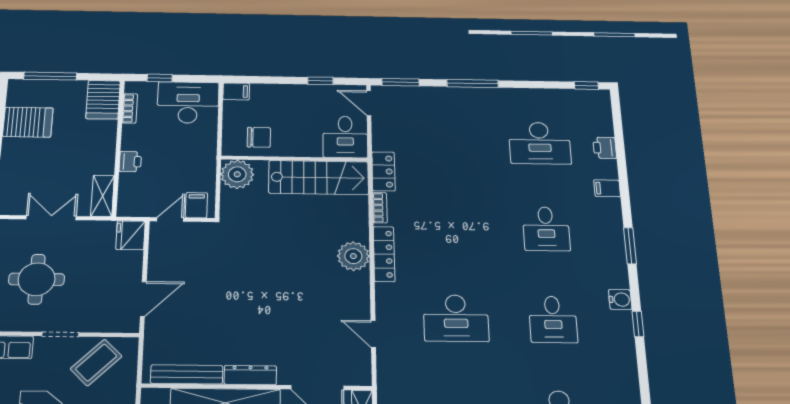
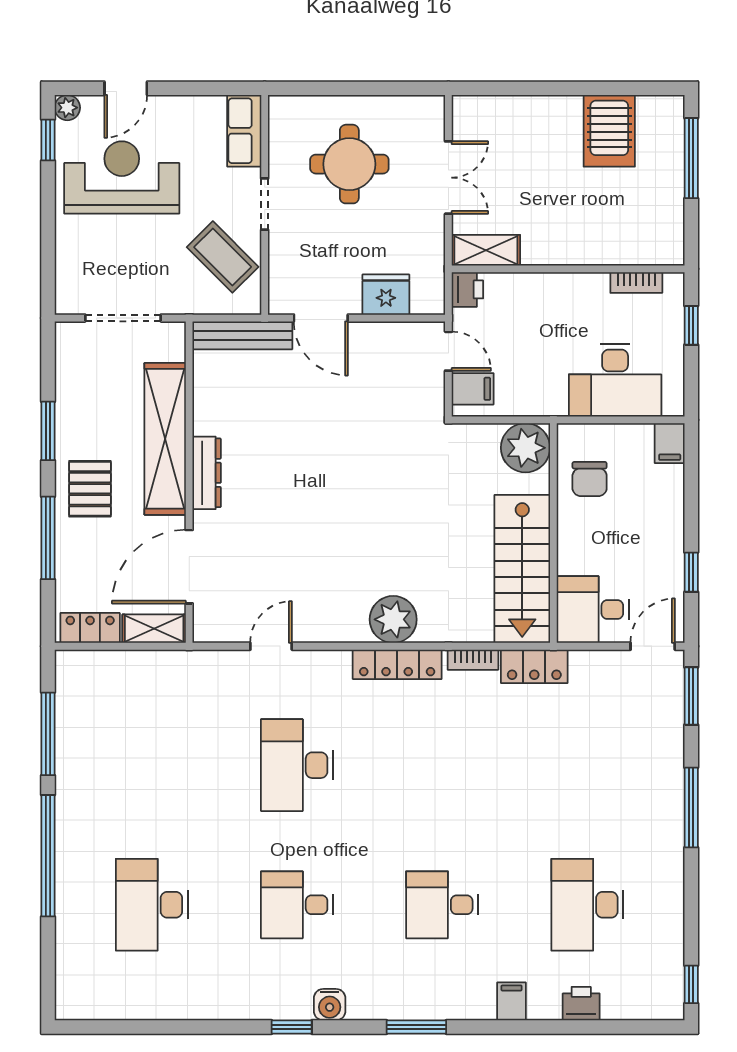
server rack: (103, 100) -> (651, 241), removed
desk: (188, 103) -> (615, 380), moved, turned 90
printer: (130, 162) -> (467, 289), moved, turned -90
fridge: (130, 235) -> (386, 295), moved
bench: (187, 374) -> (242, 335), moved, turned 90

